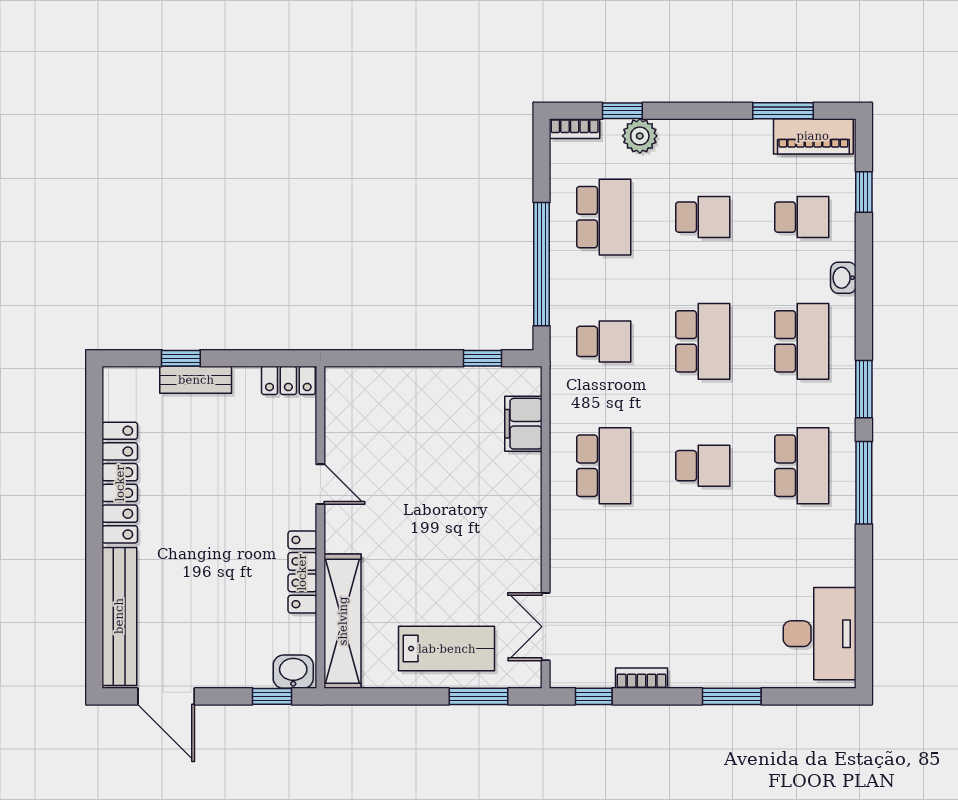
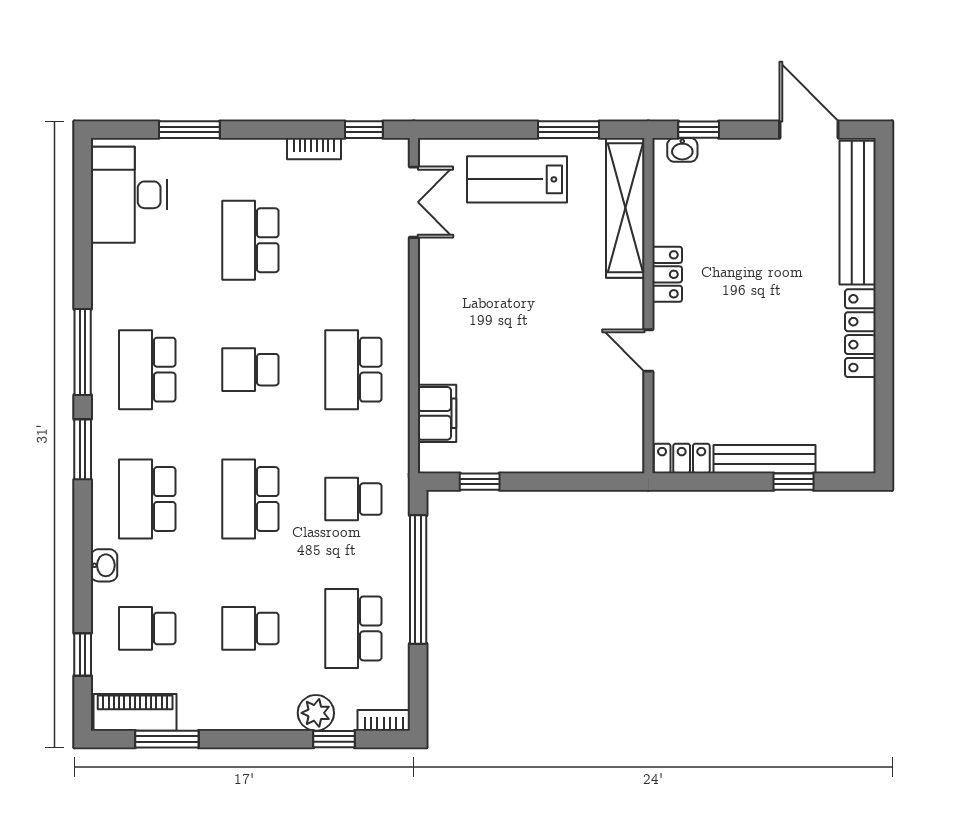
bench: (196, 380) -> (765, 459), width x1.36
locker: (120, 483) -> (860, 333), width x0.71, depth x0.83
locker: (302, 572) -> (667, 274), width x0.66
school desk: (703, 590) -> (250, 240), added
washbasin: (293, 672) -> (682, 150), width x0.72, depth x0.69
window: (478, 696) -> (569, 130), moved
window: (732, 696) -> (189, 130), moved

